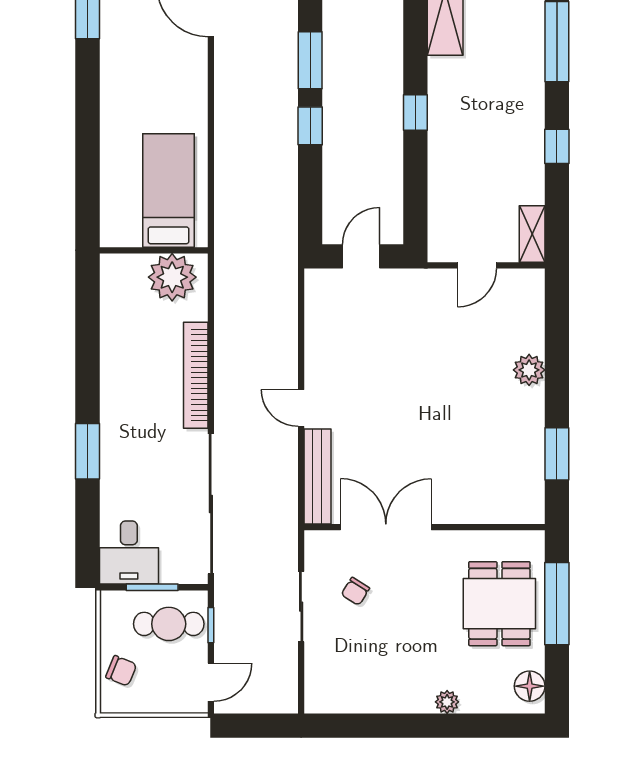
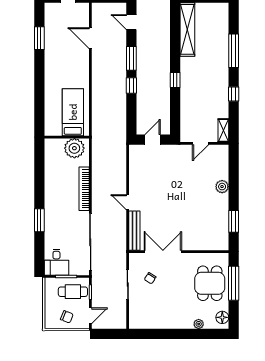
chair: (121, 671) -> (67, 317), moved
plant: (447, 702) -> (199, 324), moved

